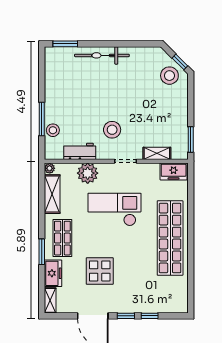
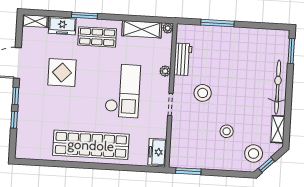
stool: (53, 130) -> (227, 131), moved
shelving: (157, 153) -> (278, 129), moved
plant: (88, 173) -> (165, 71), width x0.53, depth x0.53

